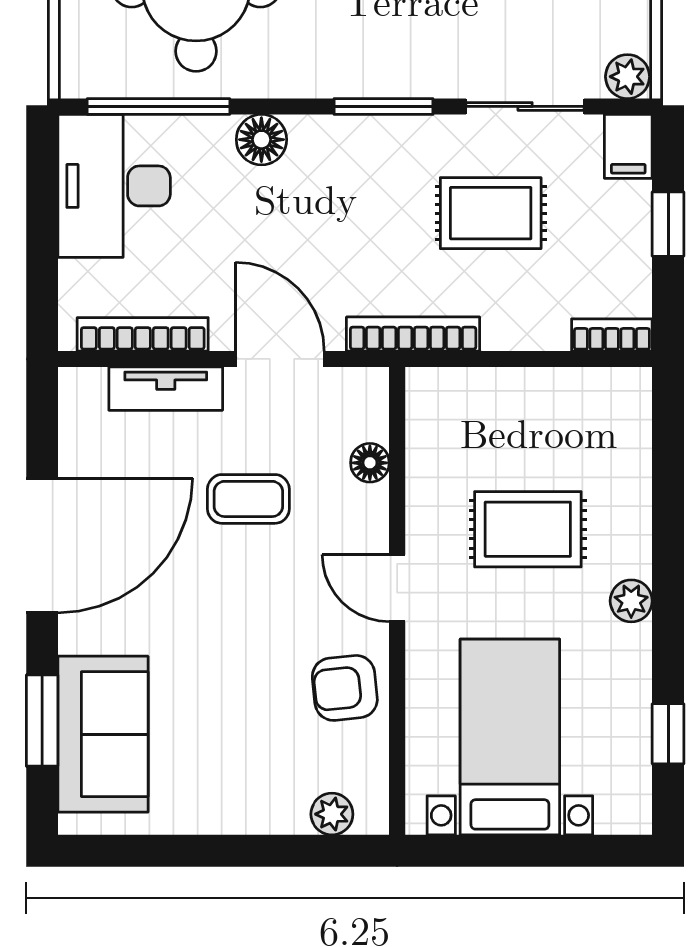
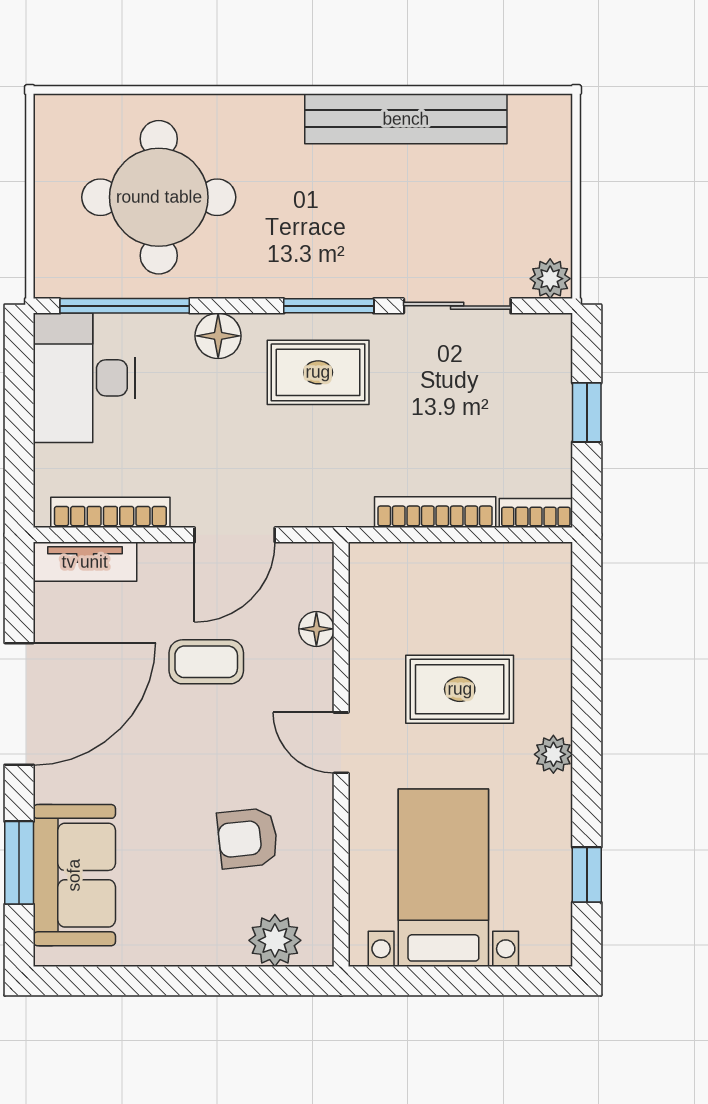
filing cabinet: (628, 146) -> (551, 342), removed
rug: (491, 213) -> (318, 372), moved
bookcase: (413, 334) -> (435, 512), moved
door: (280, 359) -> (235, 535), swing flipped
tv unit: (166, 389) -> (85, 562), moved
armchair: (345, 688) -> (248, 838), moved
plant: (332, 814) -> (275, 940), width x1.38, depth x1.38

